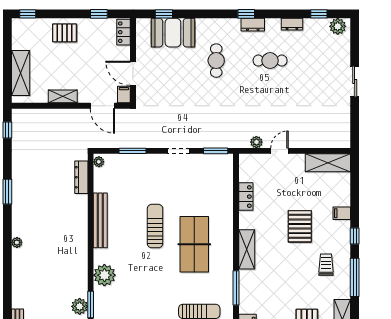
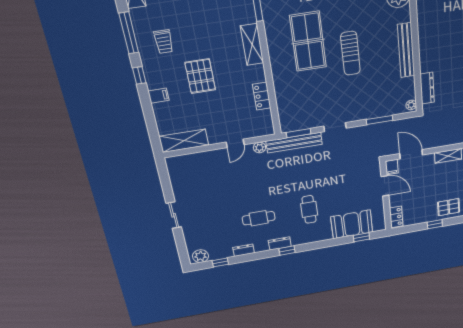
window: (99, 14) -> (435, 224), moved
bench: (221, 141) -> (294, 143), added

